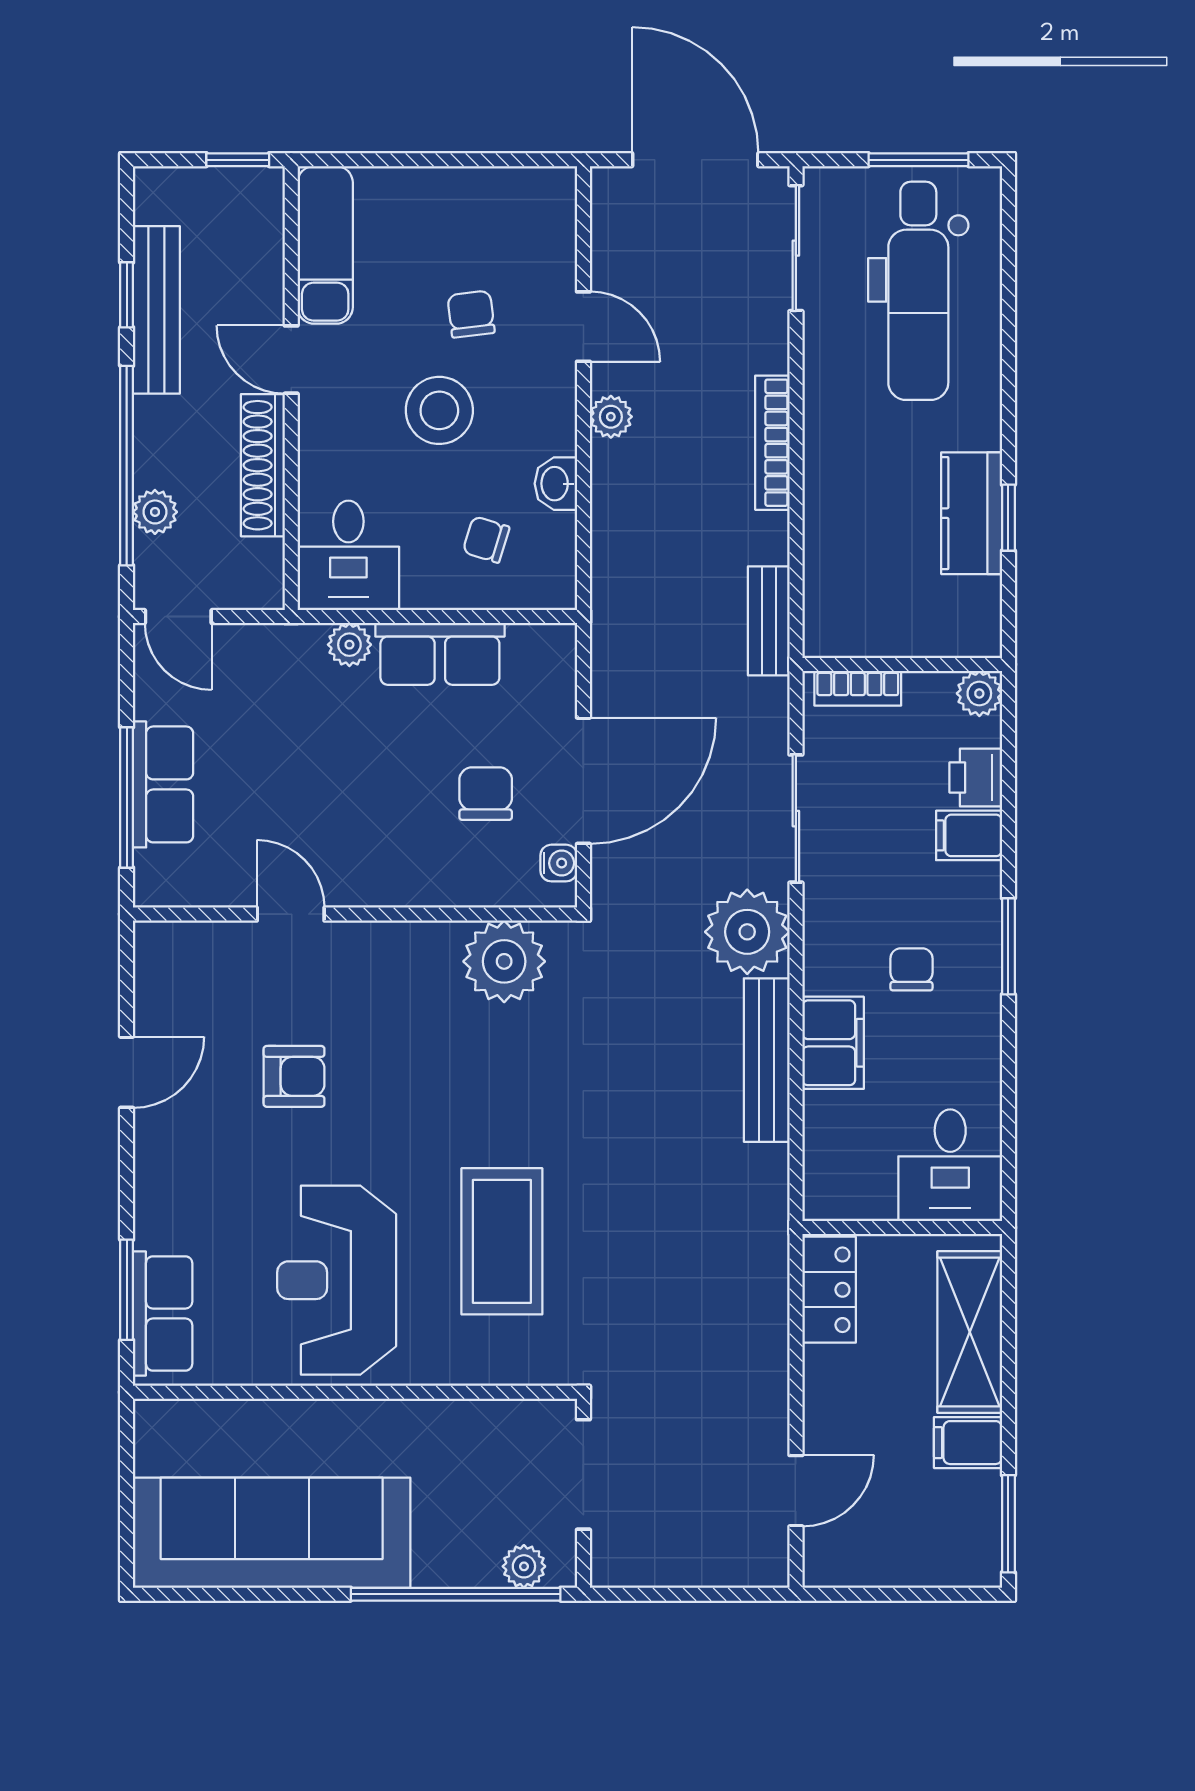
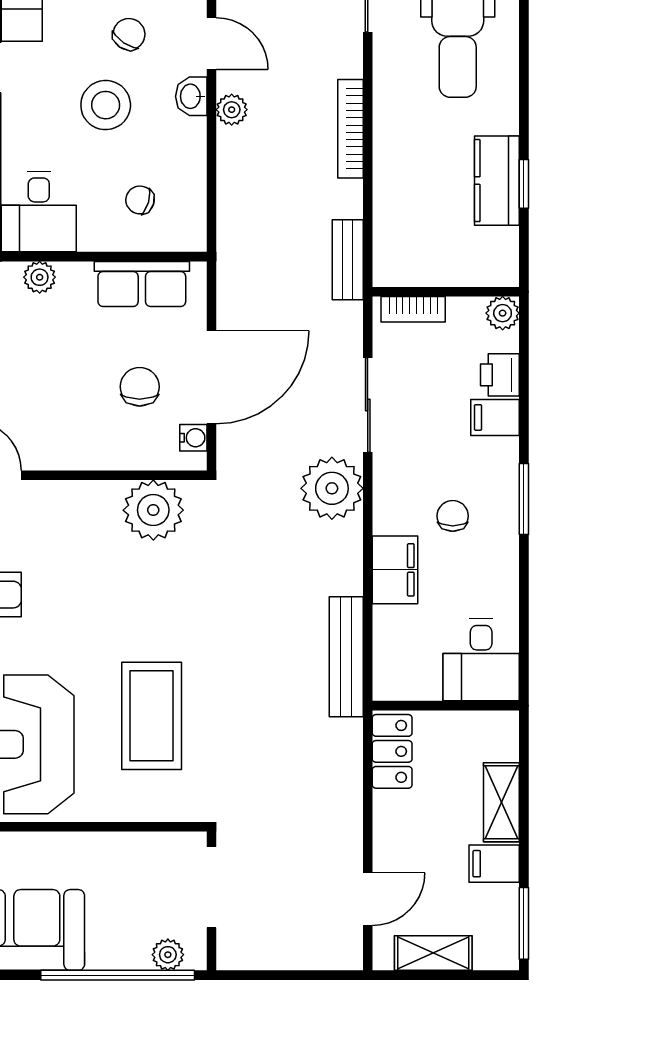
chair: (471, 314) -> (129, 34), turned 41
washbasin: (556, 484) -> (191, 96), moved
row of seats: (440, 654) -> (142, 284), moved
bench: (767, 1060) -> (346, 657), moved
shelving: (970, 1332) -> (501, 802), width x0.67, depth x0.75
shelving: (885, 1564) -> (433, 953), added

